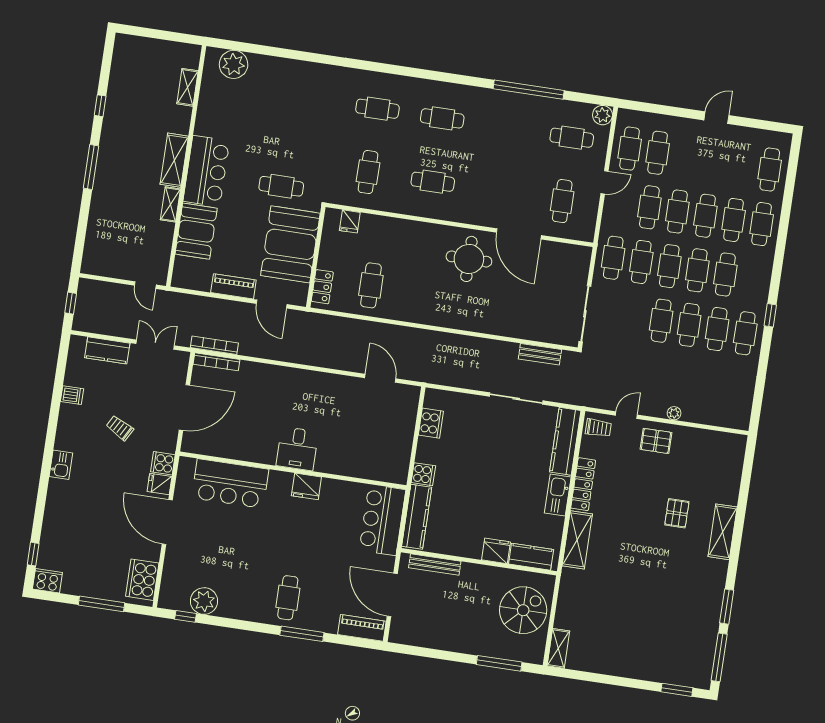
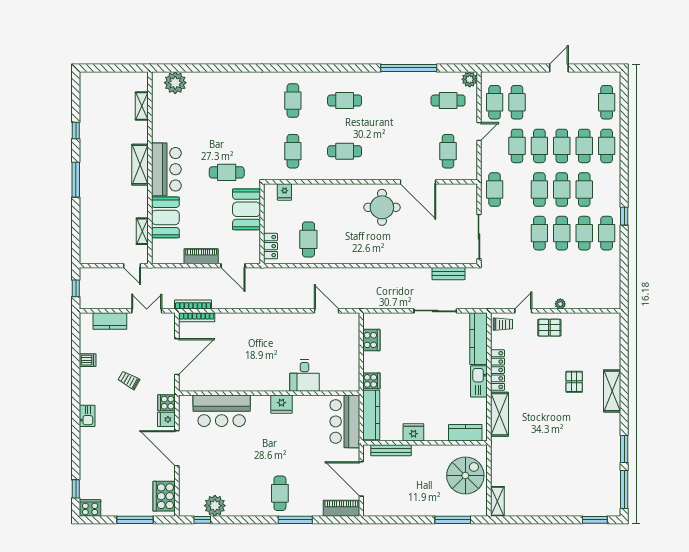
cafe table: (377, 109) -> (293, 101), turned 90
shelving: (170, 204) -> (142, 231), moved
booth: (290, 244) -> (247, 209), width x0.73, depth x0.70
cafe table: (641, 262) -> (517, 190), removed
desk: (297, 449) -> (305, 376), moved
fridge: (496, 551) -> (413, 432), moved

